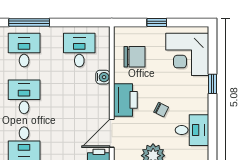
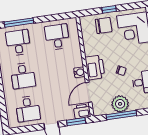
chair: (134, 57) -> (104, 25), moved
water cooler: (103, 77) -> (79, 72), moved
desk: (24, 97) -> (23, 76), turned 180

